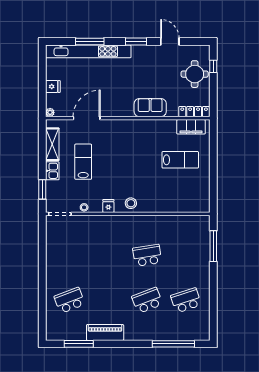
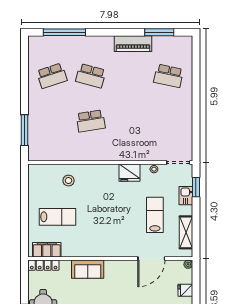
lab bench: (180, 160) -> (58, 217), turned 180
lab bench: (83, 162) -> (155, 215), turned 180
kitchen sink: (52, 171) -> (186, 196), moved
stool: (131, 203) -> (69, 181), moved
fridge: (108, 206) -> (130, 173), width x1.88, depth x1.34
school desk: (70, 300) -> (169, 76), turned 33
school desk: (147, 300) -> (91, 76), turned 36

